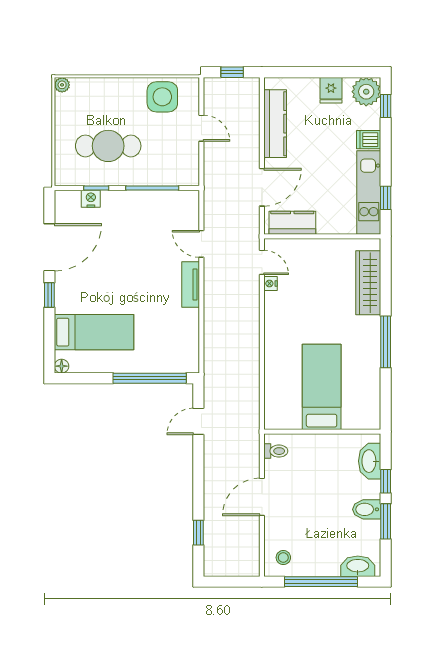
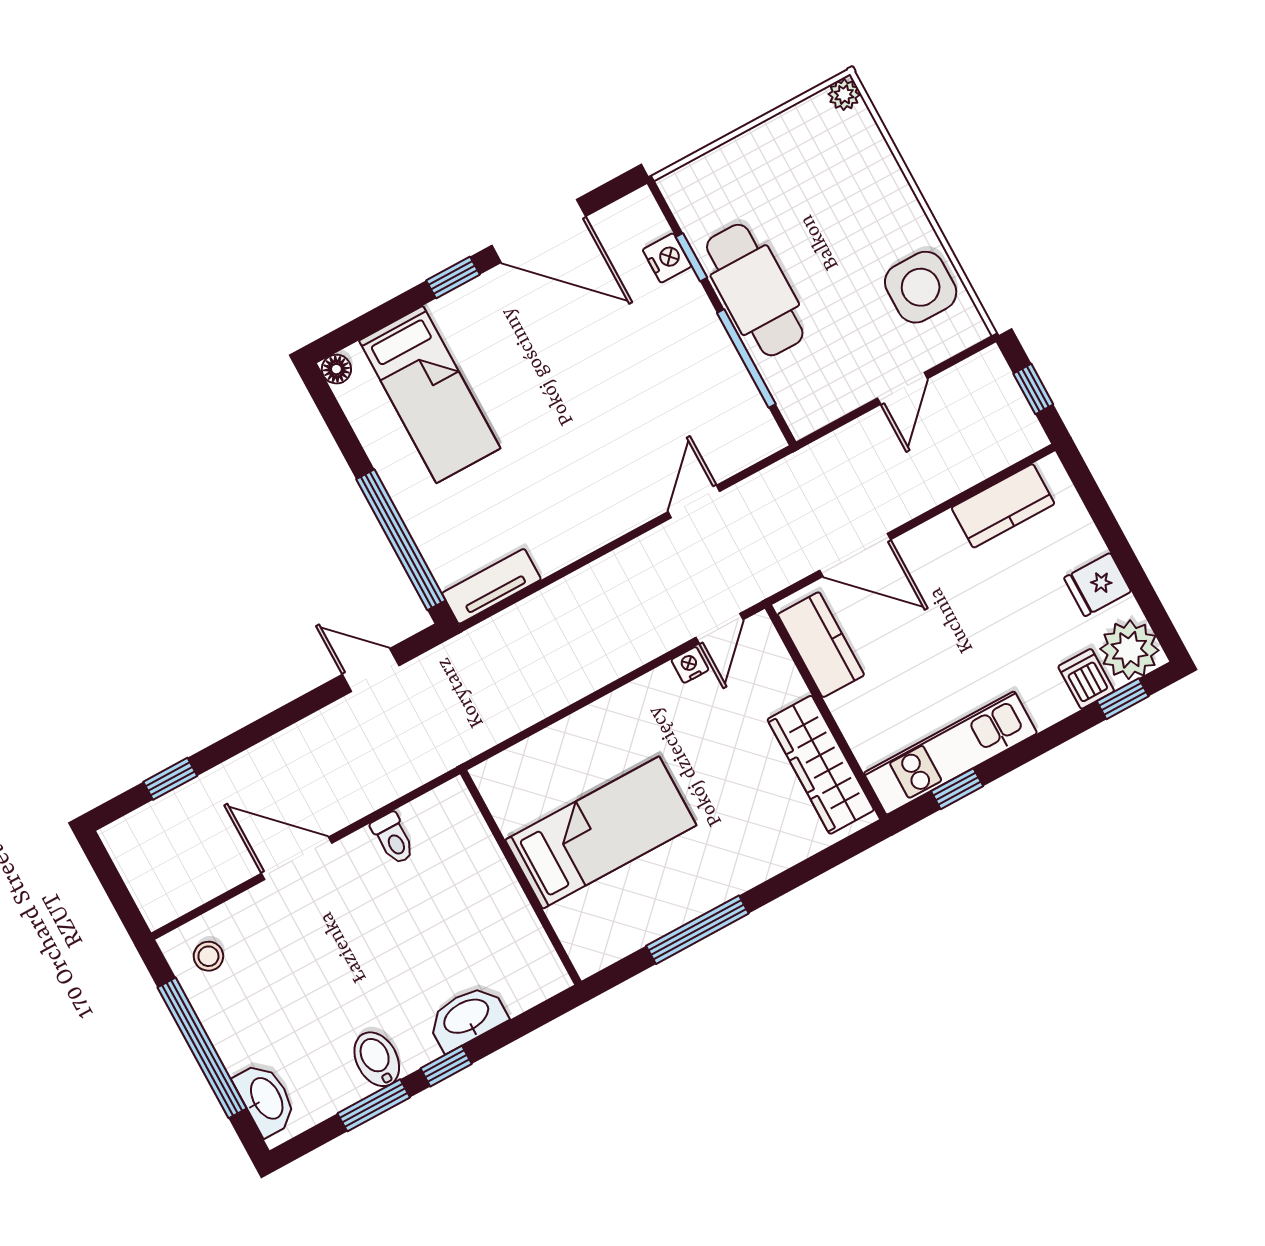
kitchen counter: (275, 124) -> (1003, 506), width x0.67
dishwasher: (369, 140) -> (1086, 679), moved
cafe table: (108, 146) -> (755, 290), moved
wardrobe: (368, 283) -> (821, 765), moved, turned -90
tv unit: (191, 285) -> (491, 586), moved
bed: (322, 387) -> (601, 833), moved
wall: (322, 432) -> (521, 878), moved

